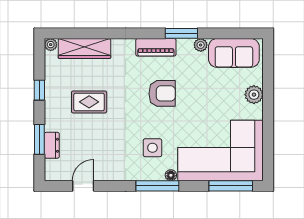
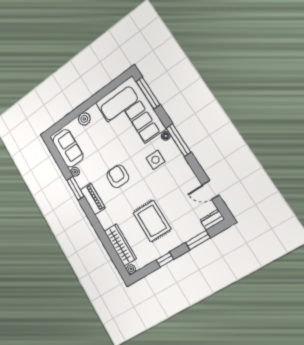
rug: (89, 102) -> (152, 221), width x1.36, depth x1.43
dresser: (52, 145) -> (212, 220), moved

